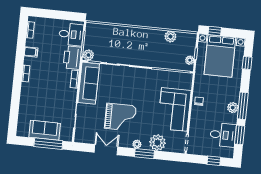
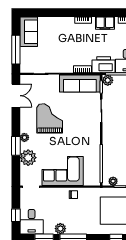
filing cabinet: (31, 52) -> (105, 23), width x2.00
plant: (233, 108) -> (60, 229), moved
grand piano: (120, 117) -> (50, 118), turned 180
sofa: (45, 130) -> (29, 32), moved
desk: (223, 135) -> (32, 222), moved
double door: (106, 150) -> (16, 96), moved

